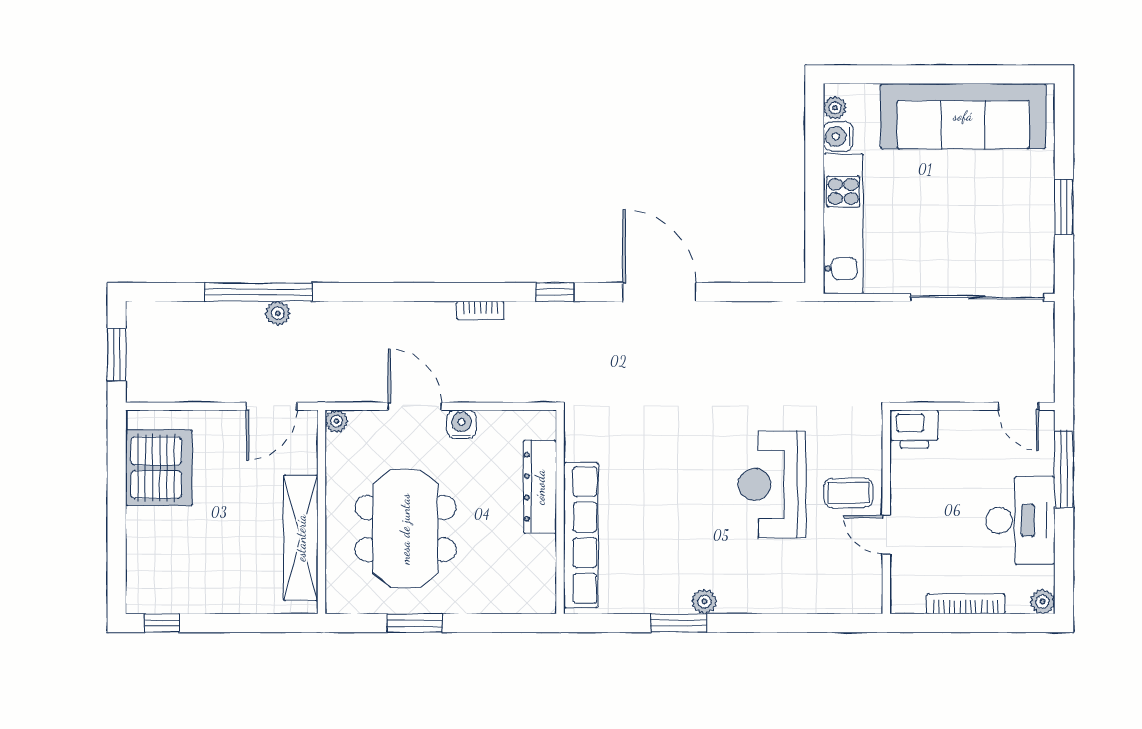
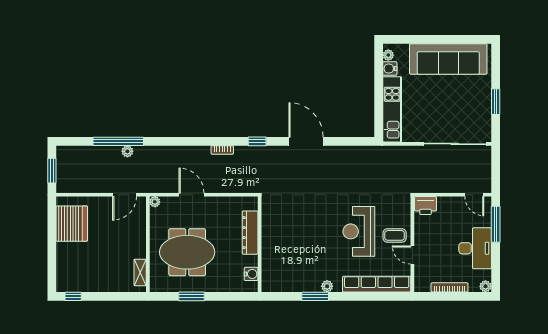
water cooler: (461, 424) -> (251, 274), moved, turned 90
meeting table: (405, 529) -> (187, 252), turned 90
row of seats: (581, 535) -> (377, 284), moved, turned -90
shelving: (301, 538) -> (140, 272), width x0.45, depth x0.75

